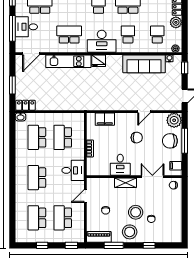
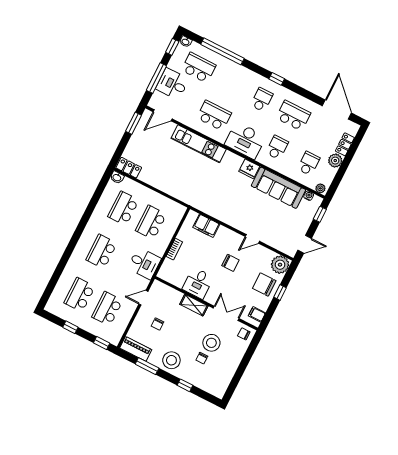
fridge: (99, 61) -> (249, 169), moved
window: (12, 85) -> (134, 123), moved
window: (185, 141) -> (280, 292), width x0.46
stool: (136, 212) -> (211, 343), moved

